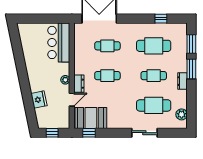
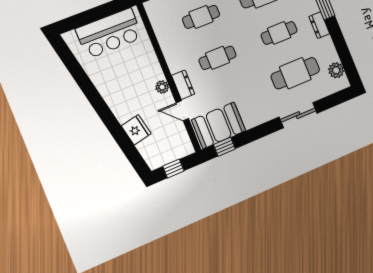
bar counter: (59, 42) -> (109, 33), moved, turned -90
door: (72, 100) -> (182, 111), swing flipped

